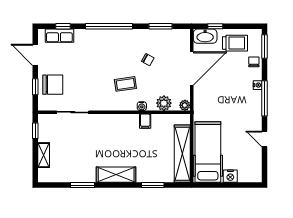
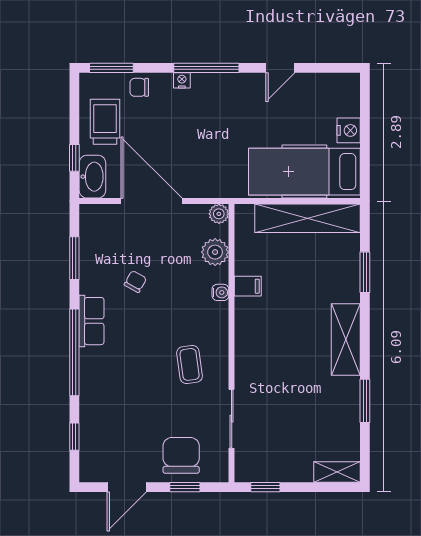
row of seats: (59, 36) -> (92, 321), moved
coffee table: (125, 84) -> (190, 364), moved
shelving: (44, 155) -> (337, 472), moved

